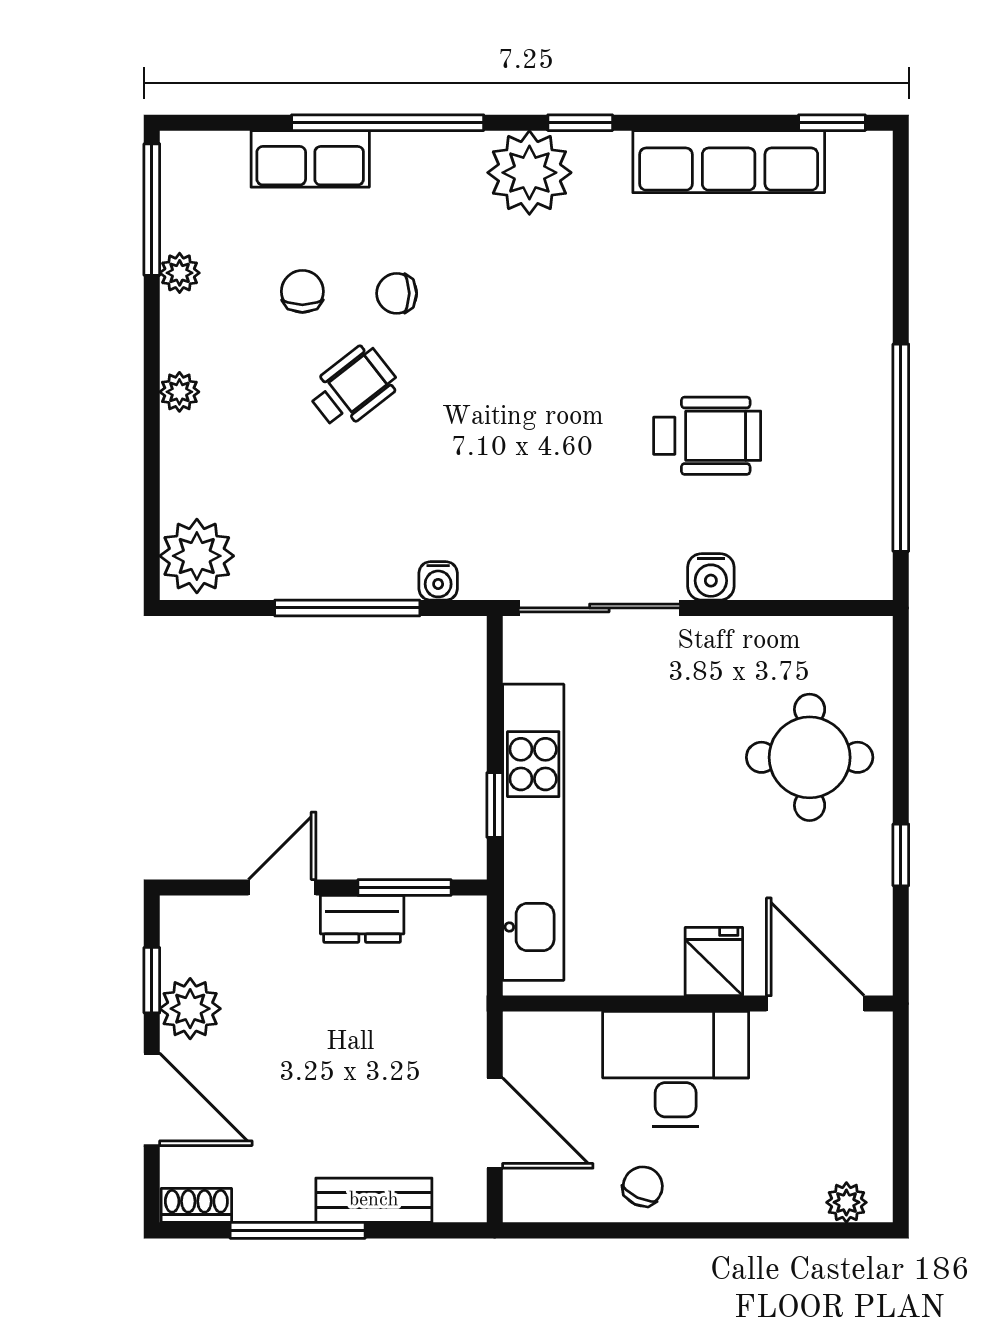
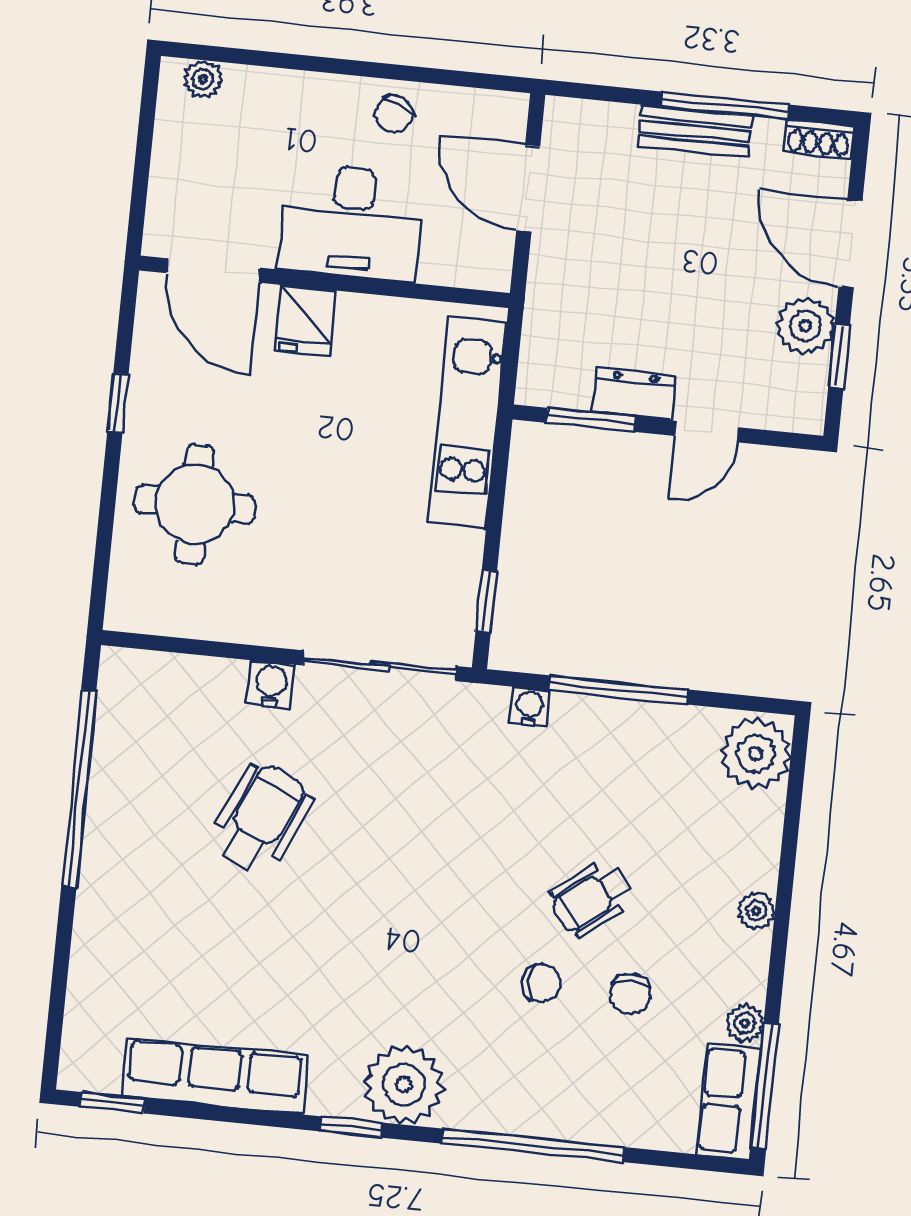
row of seats: (310, 159) -> (729, 1101), moved, turned -90
wheelchair: (707, 436) -> (261, 818), turned 114
window: (495, 805) -> (486, 601), moved
kitchen unit: (533, 832) -> (468, 422), width x0.73
bench: (374, 1200) -> (695, 131), moved

